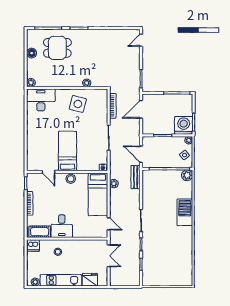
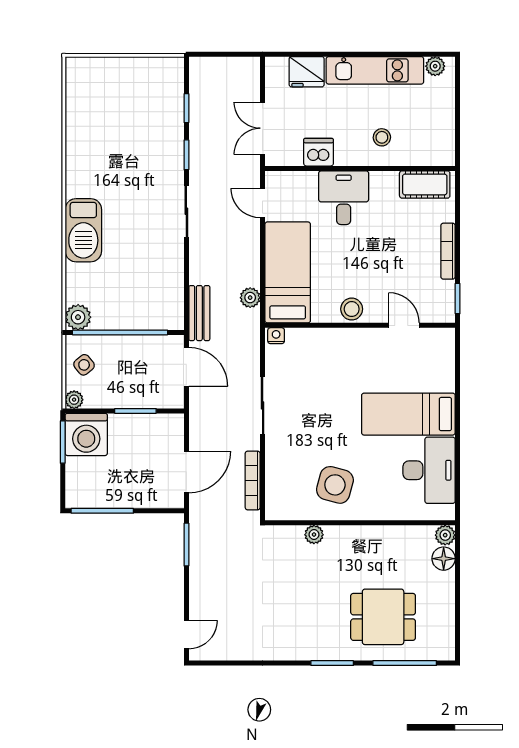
floor lamp: (32, 53) -> (444, 559), moved
desk: (41, 100) -> (429, 470), moved, turned -90
bed: (68, 151) -> (408, 414), moved, turned 90
desk: (62, 226) -> (344, 198), moved
dishwasher: (33, 245) -> (319, 152), moved

